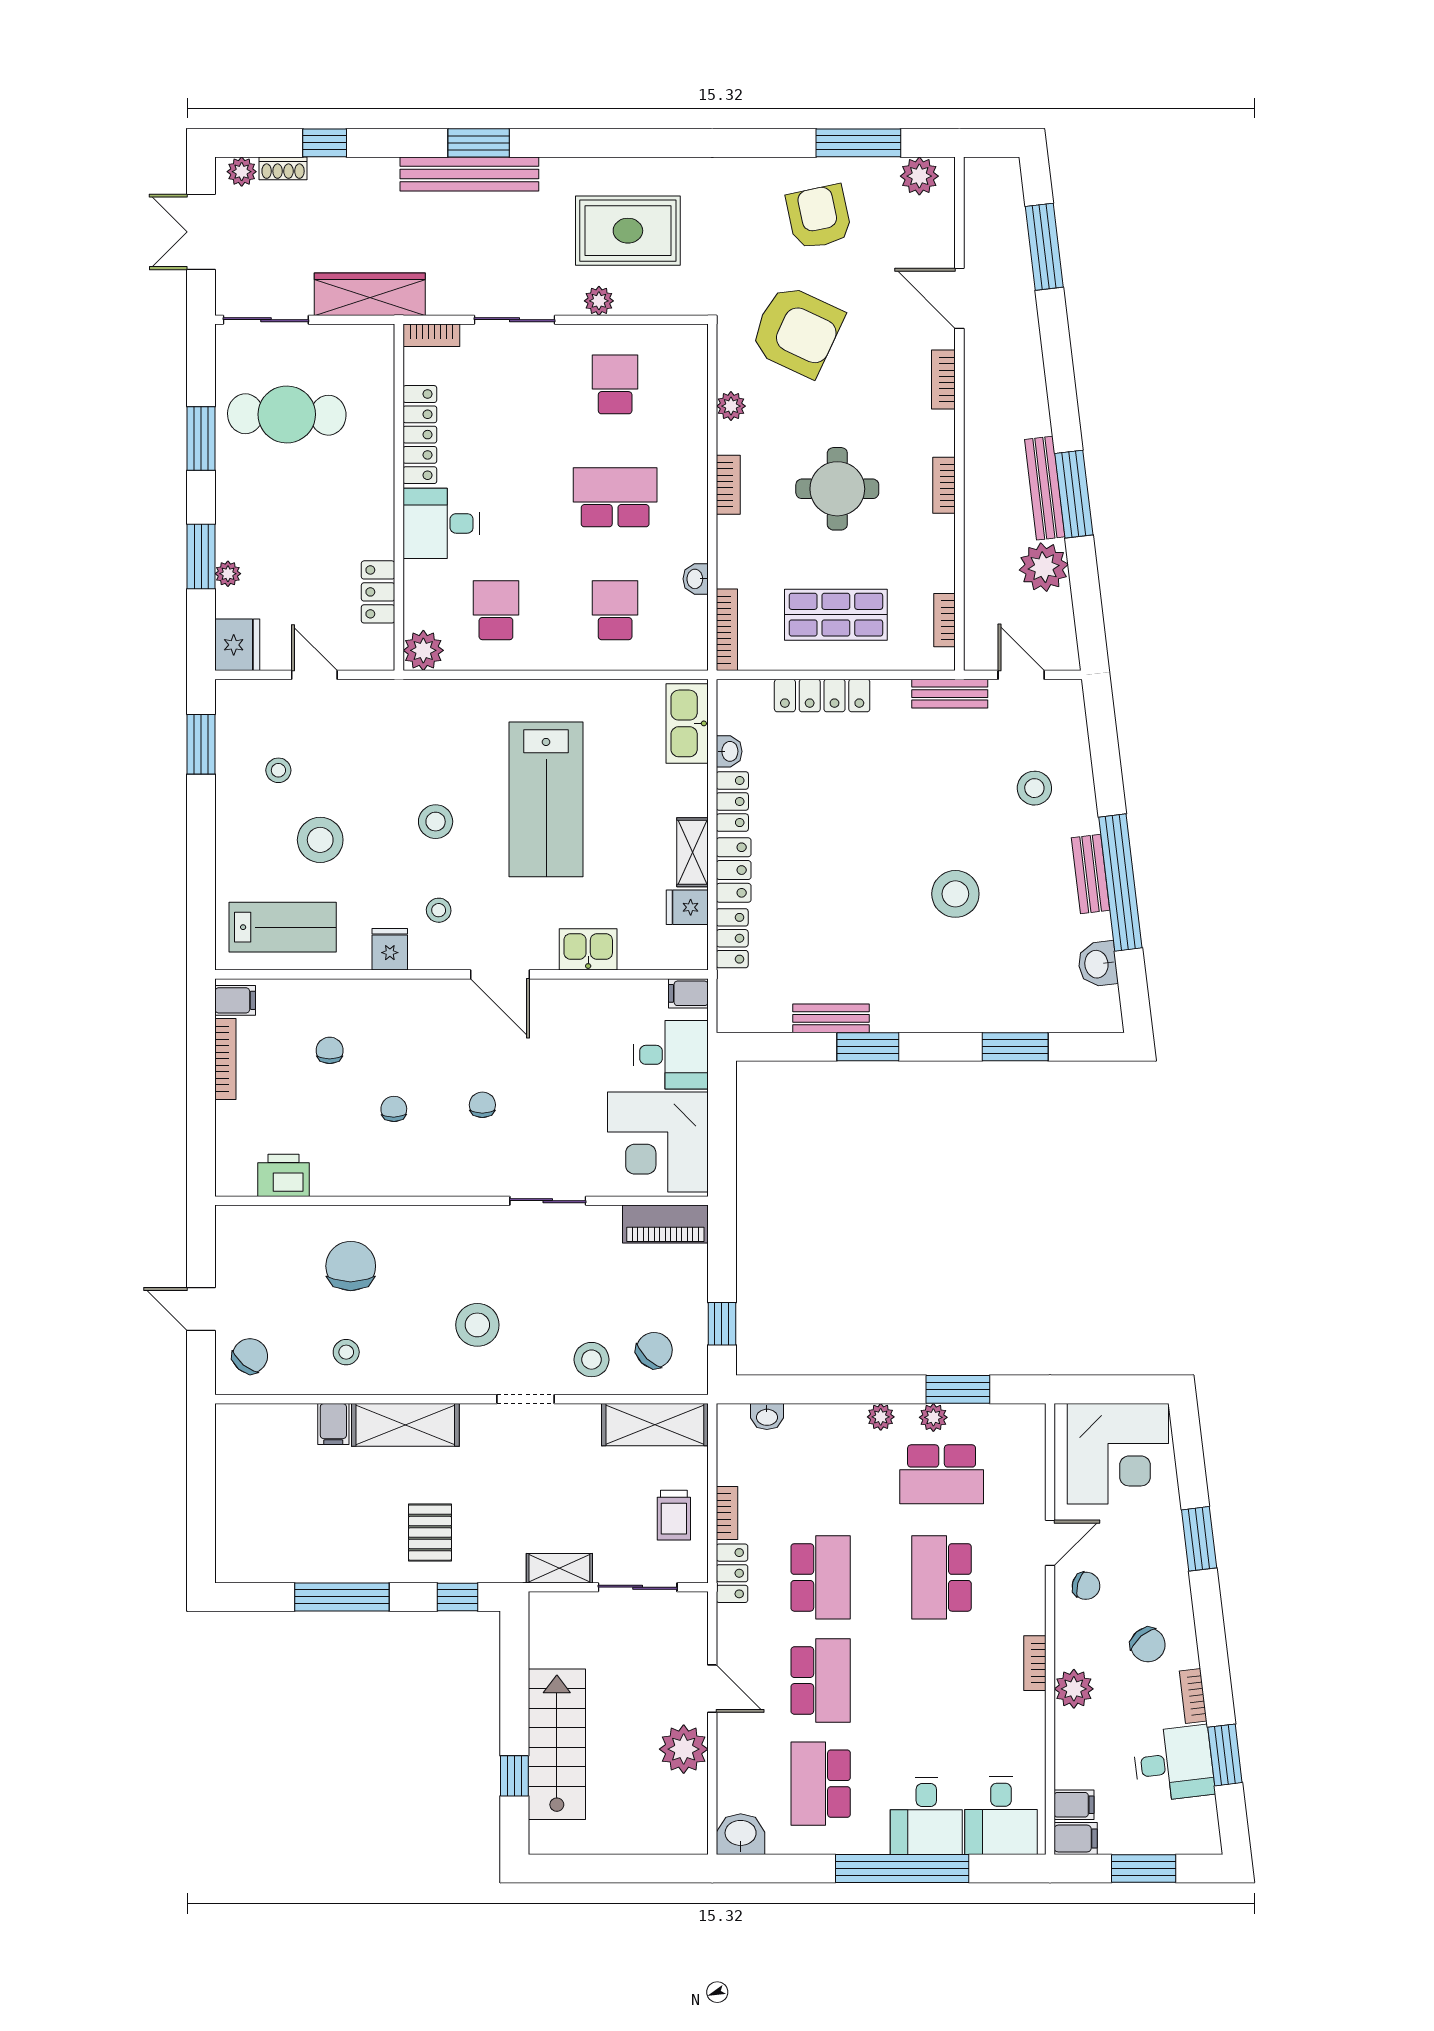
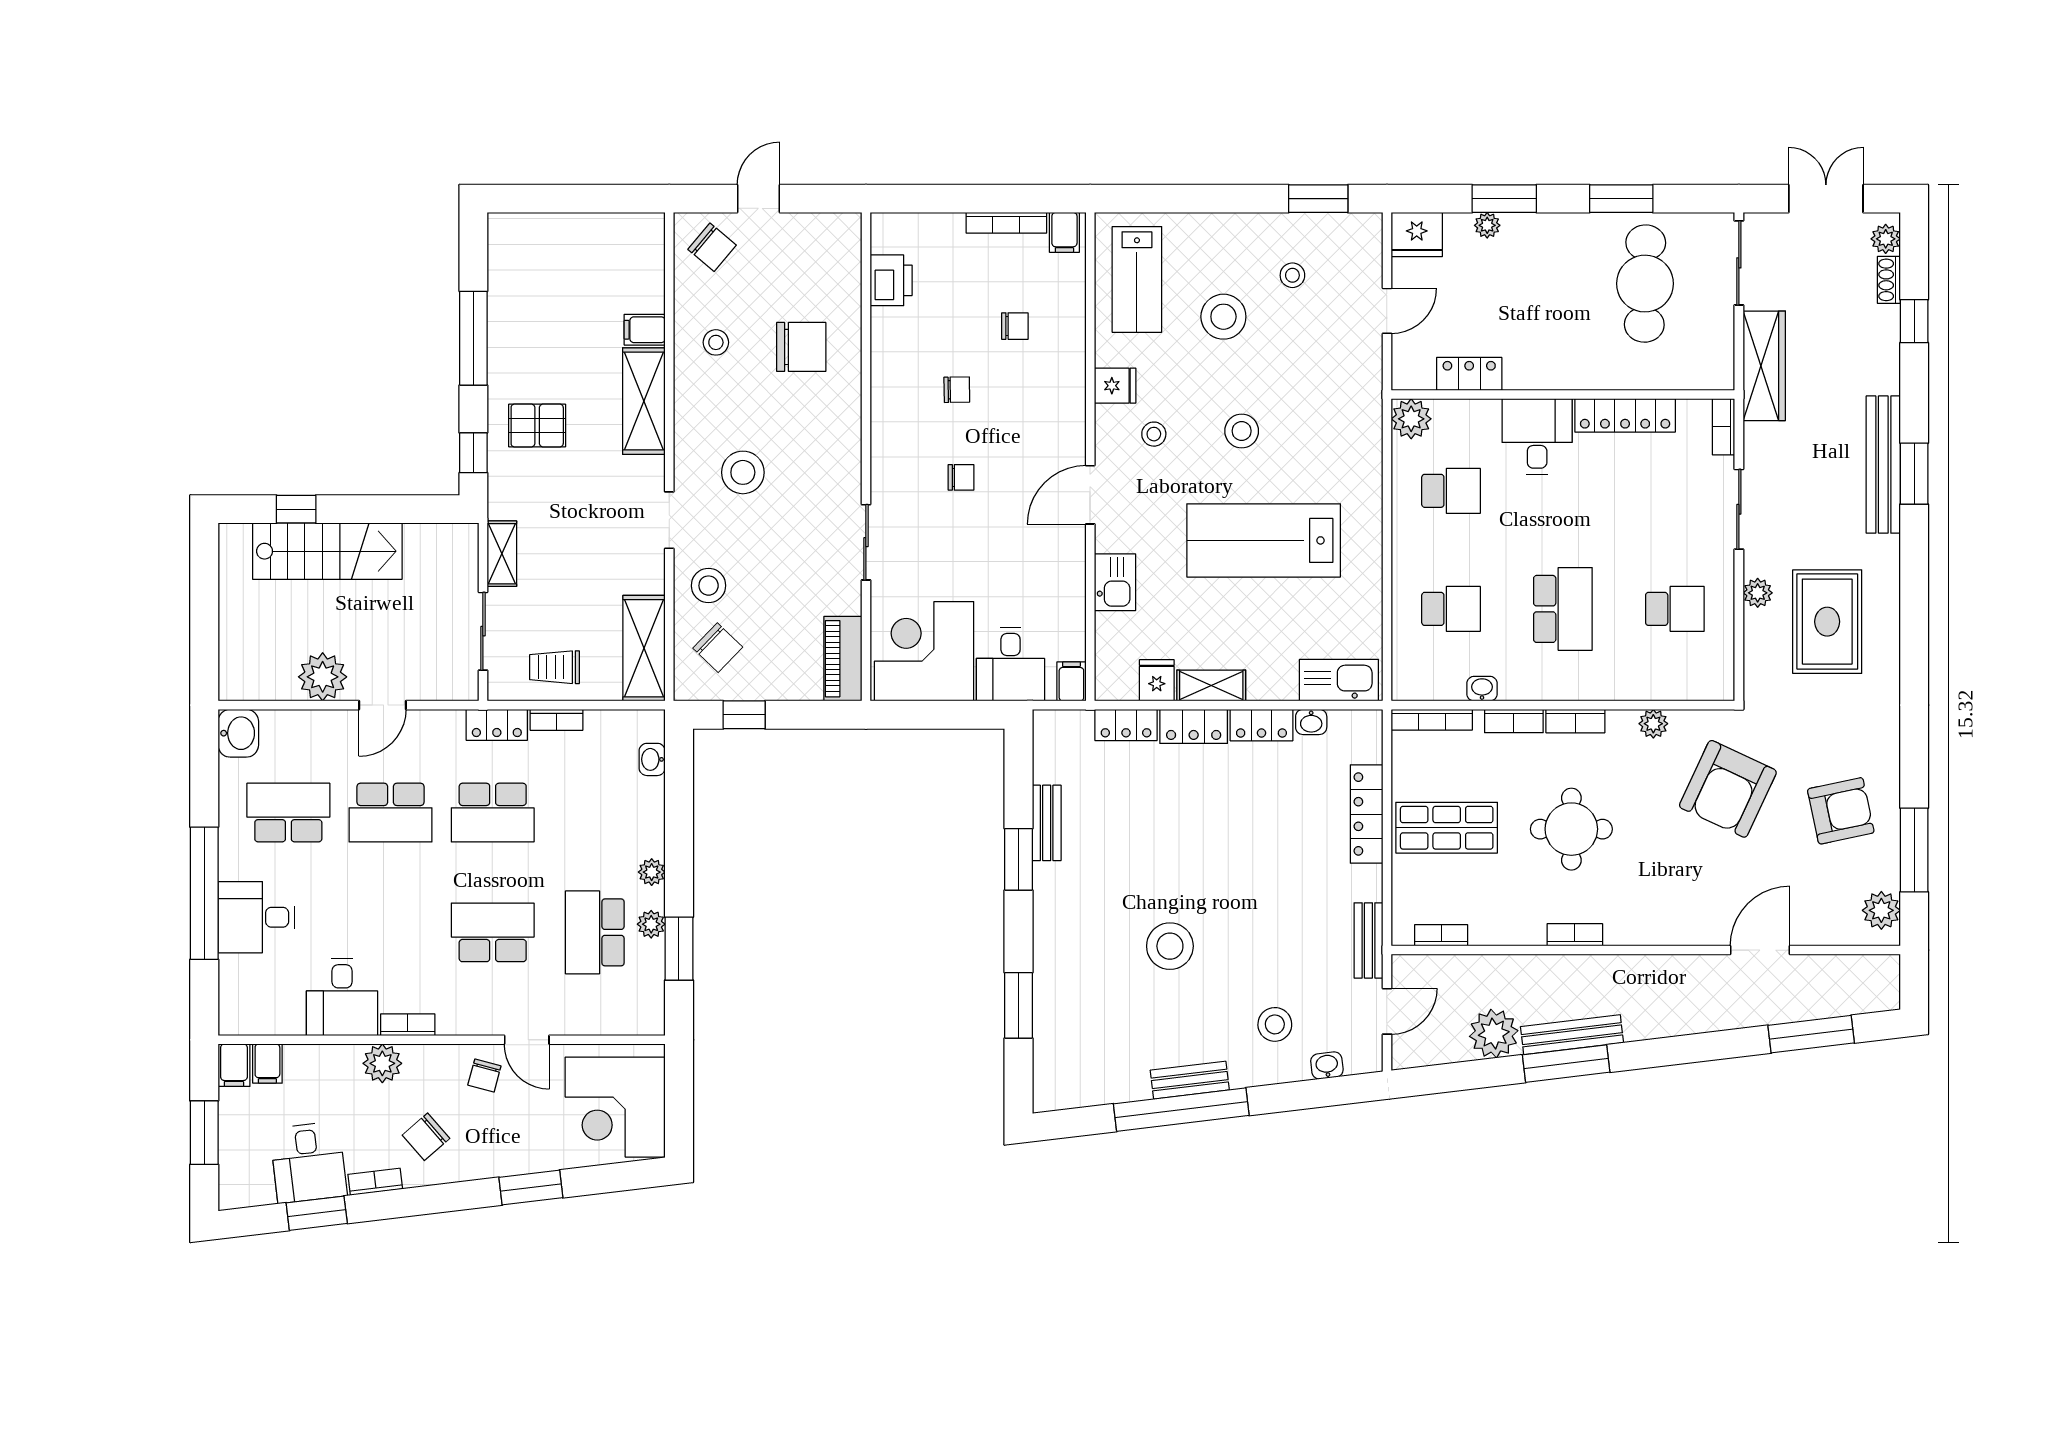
bookcase: (943, 379) -> (1514, 721), moved, turned 180
shop shelf: (836, 615) -> (1447, 828), turned 90
washbasin: (1098, 964) -> (1327, 1066), moved, width x0.72, depth x0.69
desk: (1001, 1816) -> (342, 997), moved, turned -90

